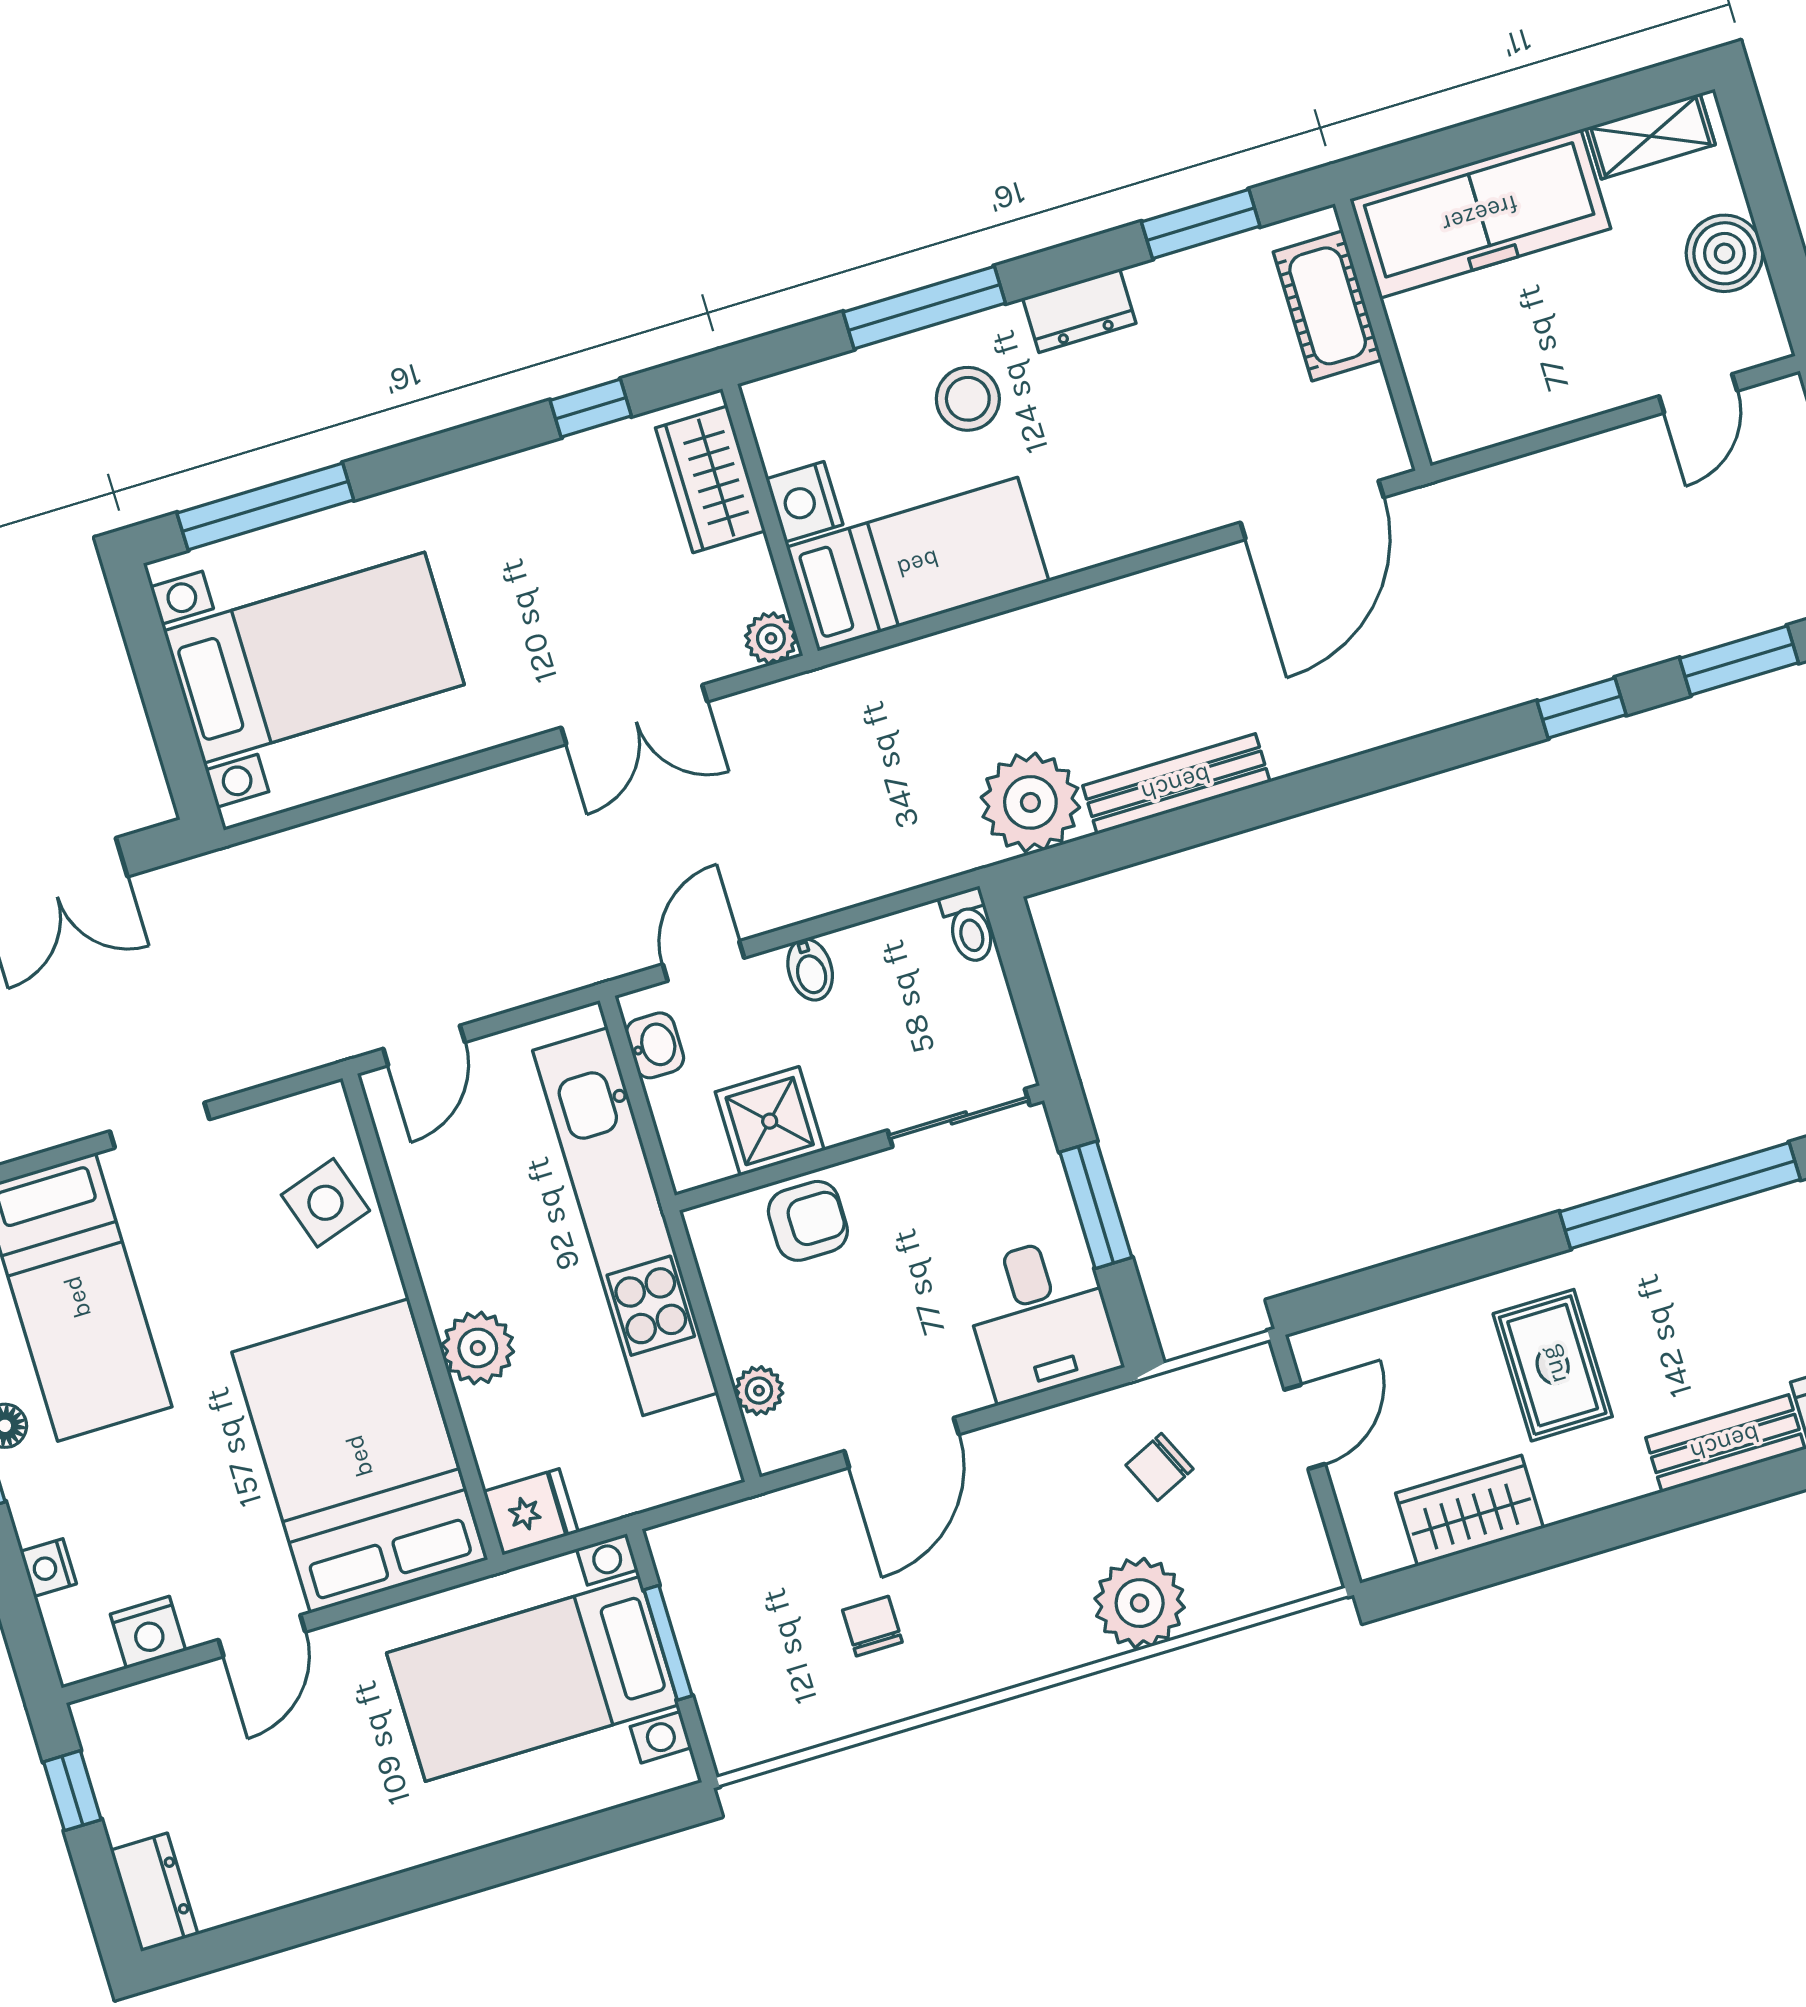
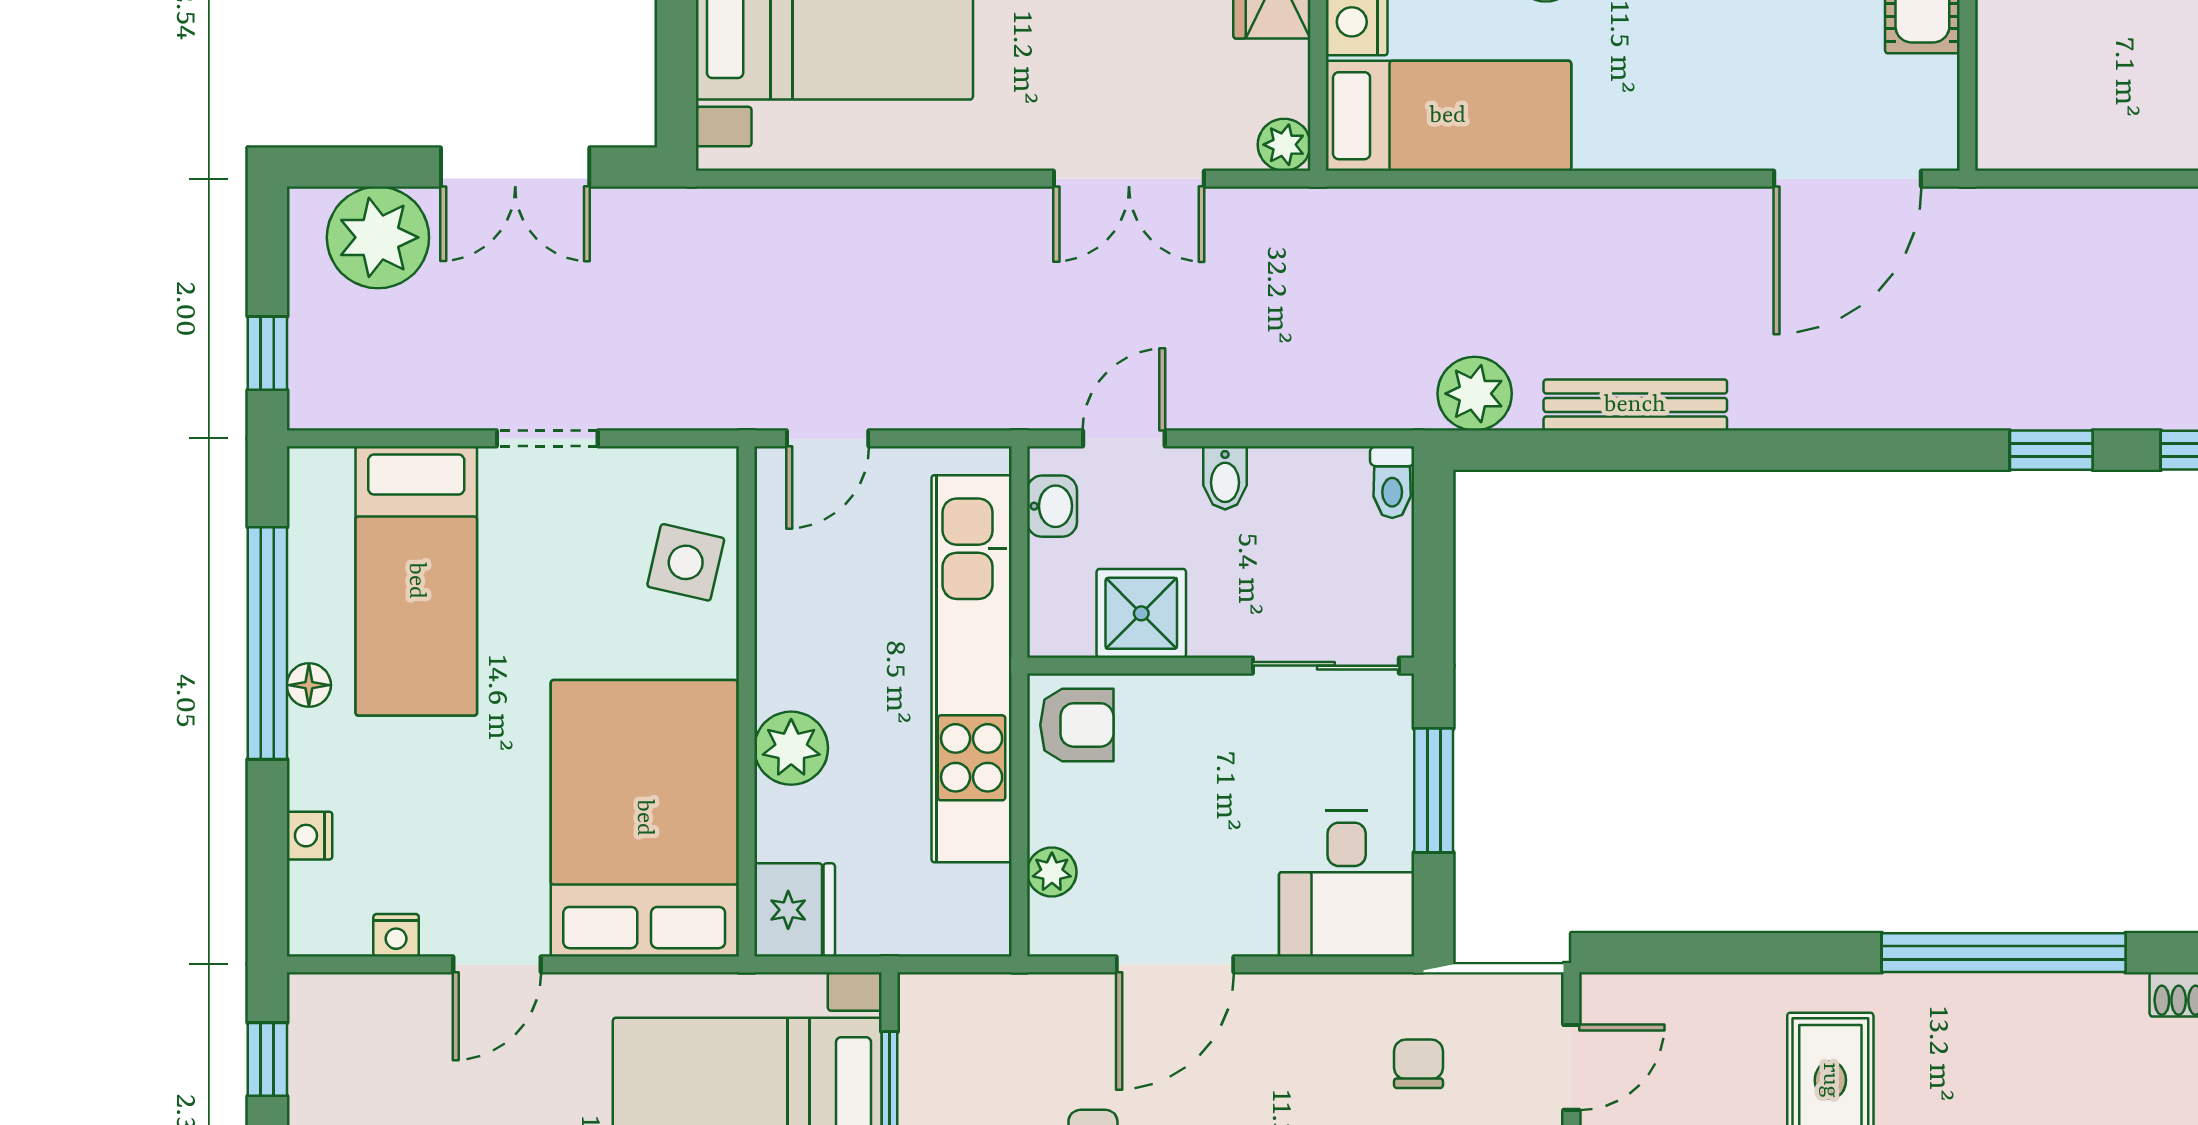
plant: (1030, 802) -> (1475, 394), width x0.73, depth x0.73
side table: (325, 1203) -> (686, 562), turned 31
armchair: (808, 1221) -> (1077, 725), moved
chair: (1159, 1467) -> (1419, 1064), turned 115
fridge: (531, 1512) -> (795, 910), width x1.38
nightstand: (148, 1632) -> (396, 935), width x0.72, depth x0.74

